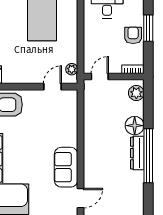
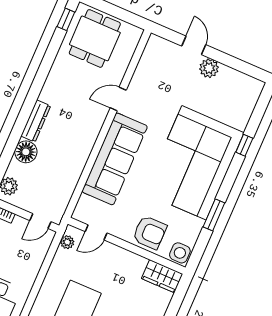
window: (148, 156) -> (25, 113), removed
sofa: (66, 167) -> (115, 159), width x1.85, depth x1.27

